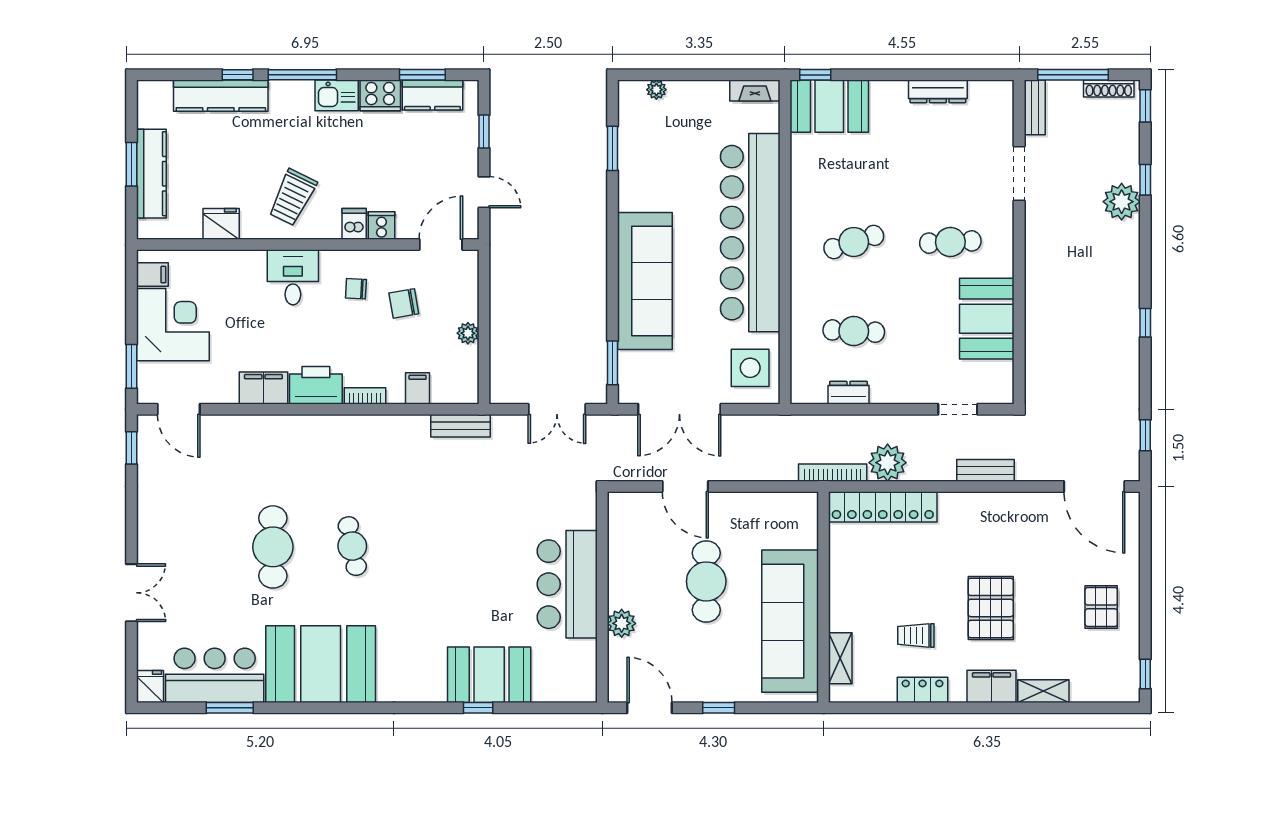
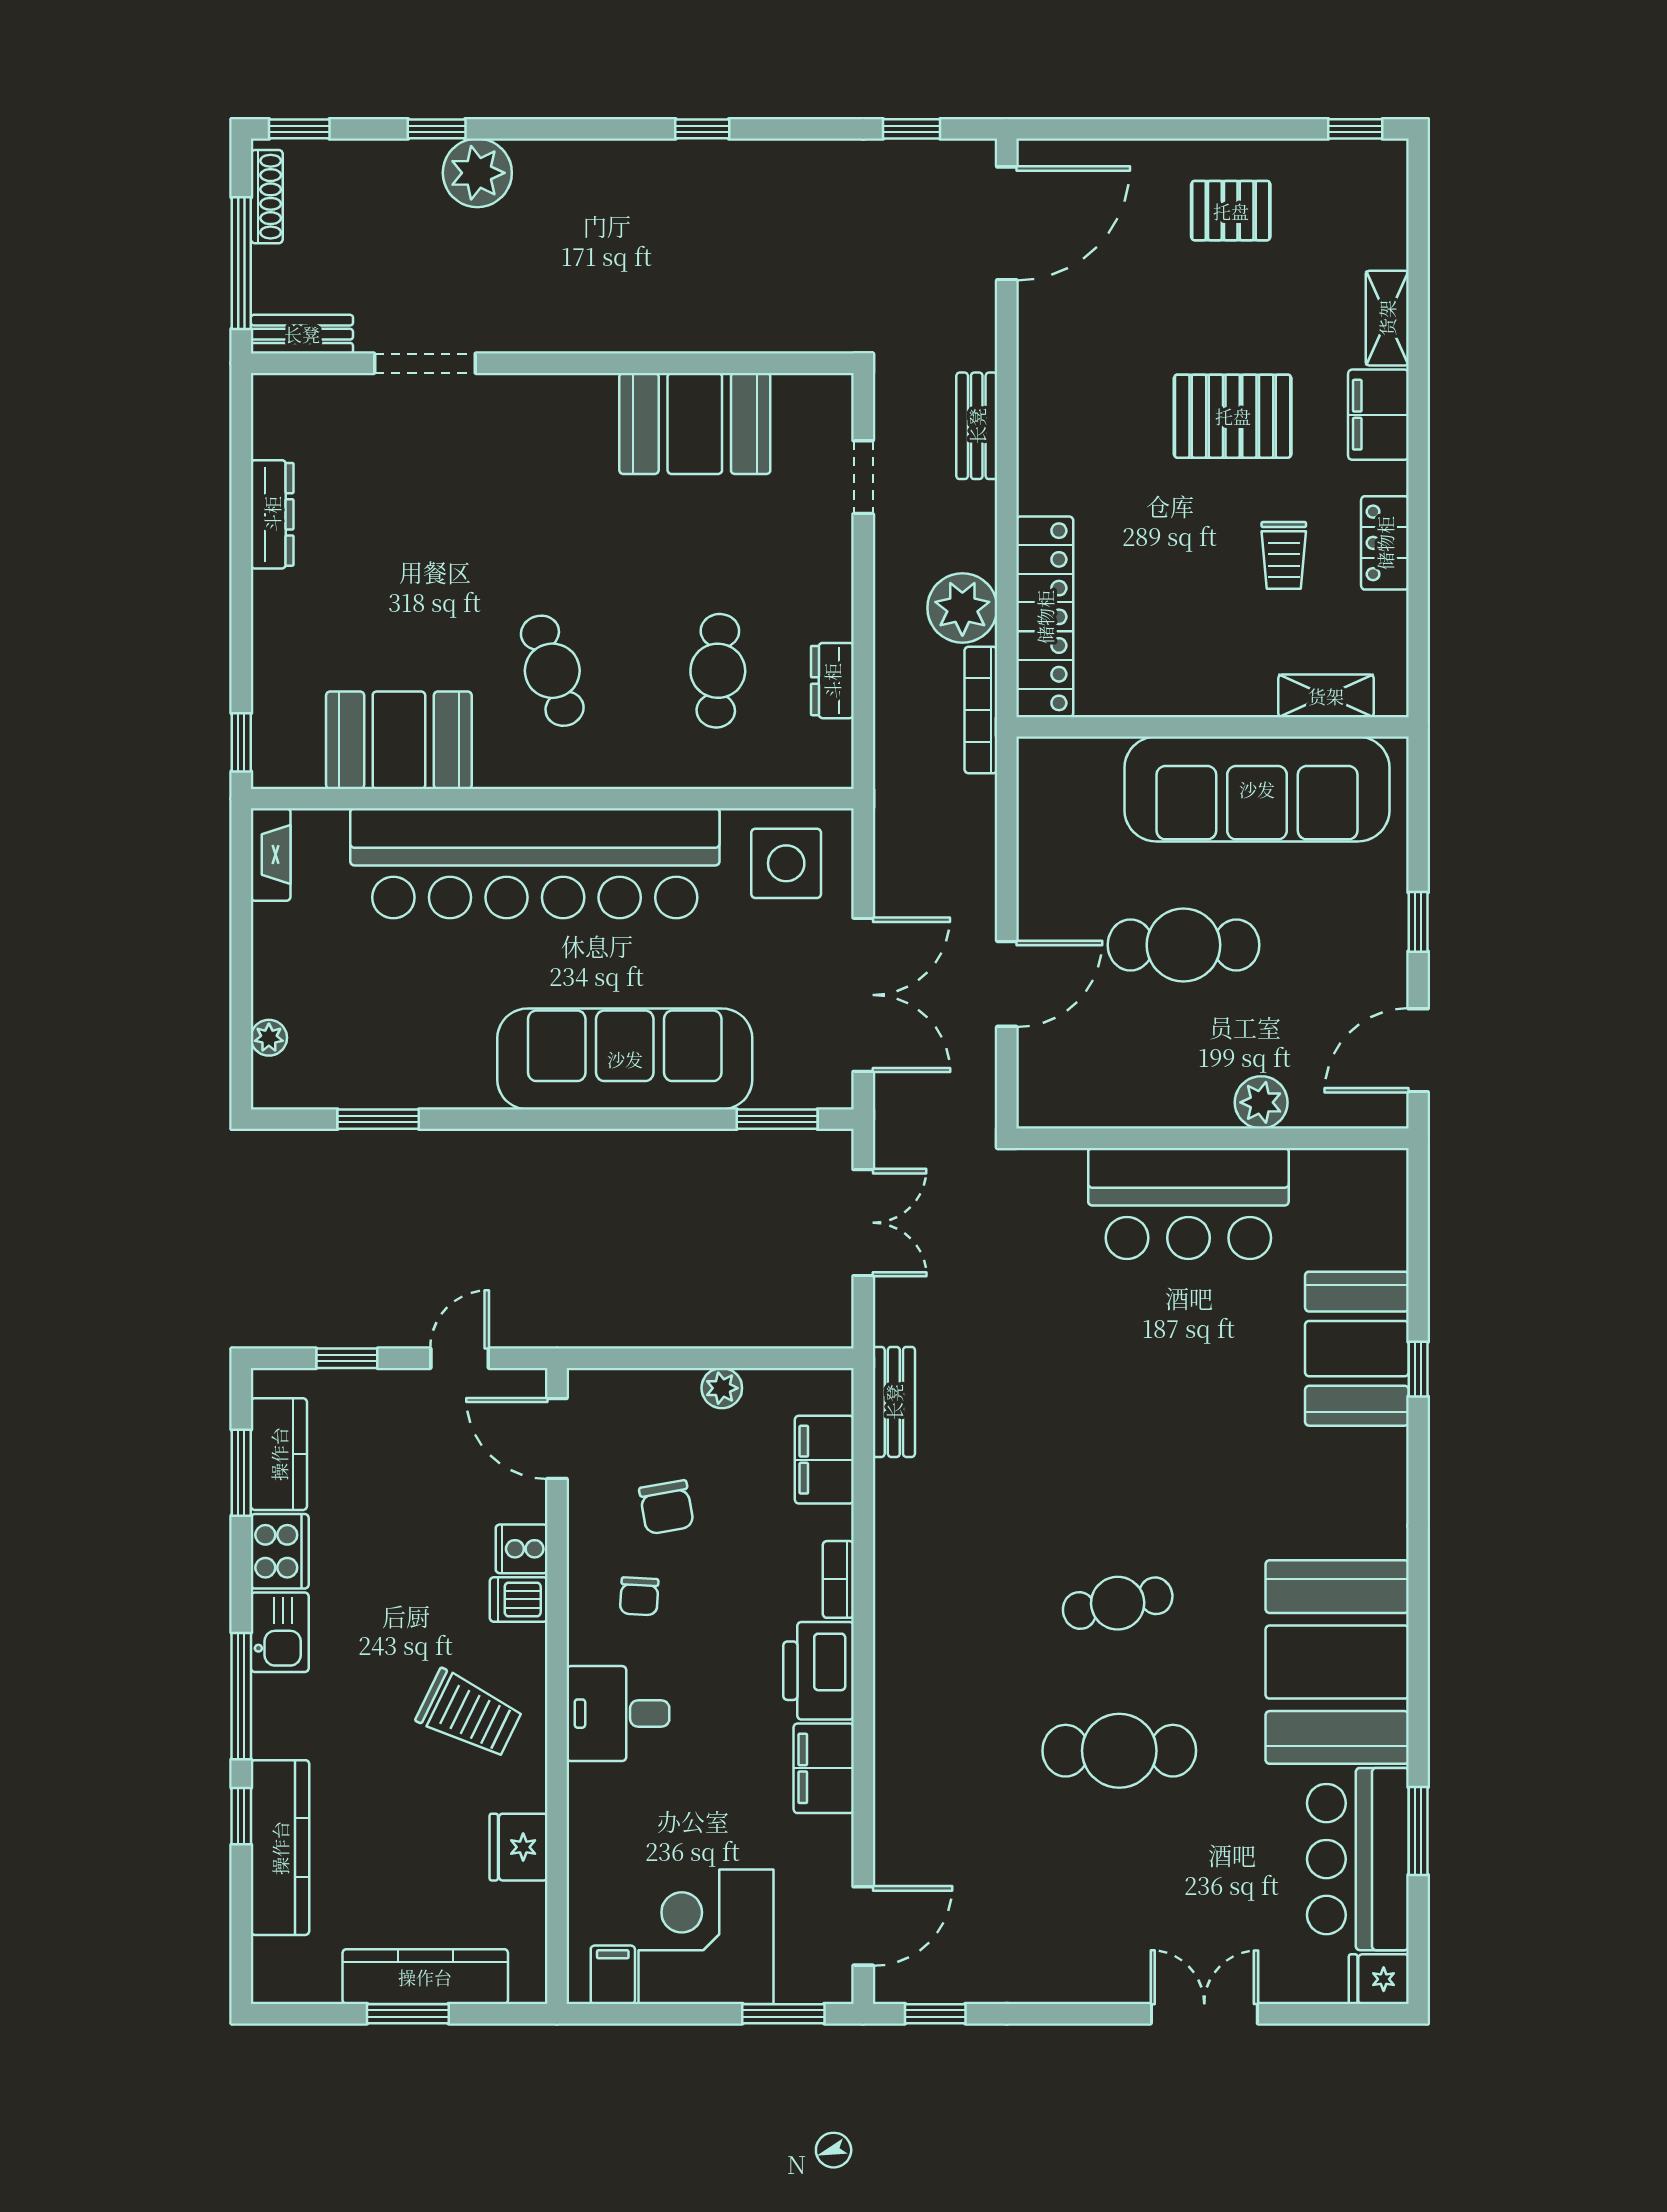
booth: (829, 106) -> (399, 740), moved, turned 90
cafe table: (950, 242) -> (552, 491), removed
filing cabinet: (418, 388) -> (824, 1460), width x2.00

